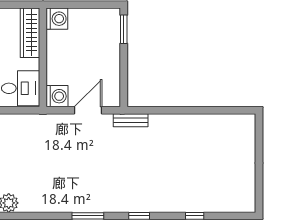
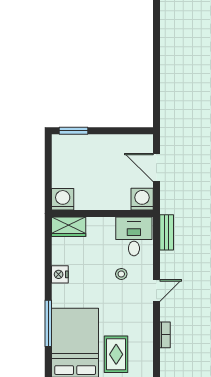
wardrobe: (30, 33) -> (69, 227), width x0.67
bench: (131, 120) -> (167, 232), moved

